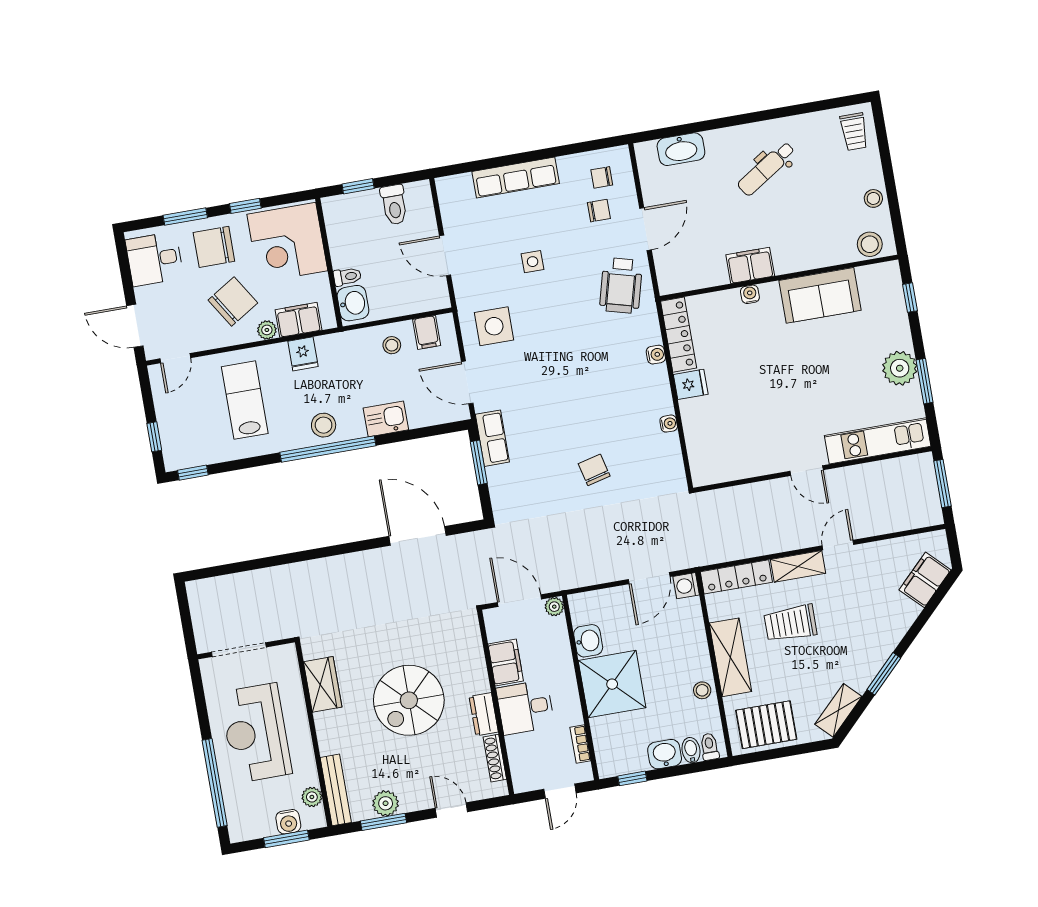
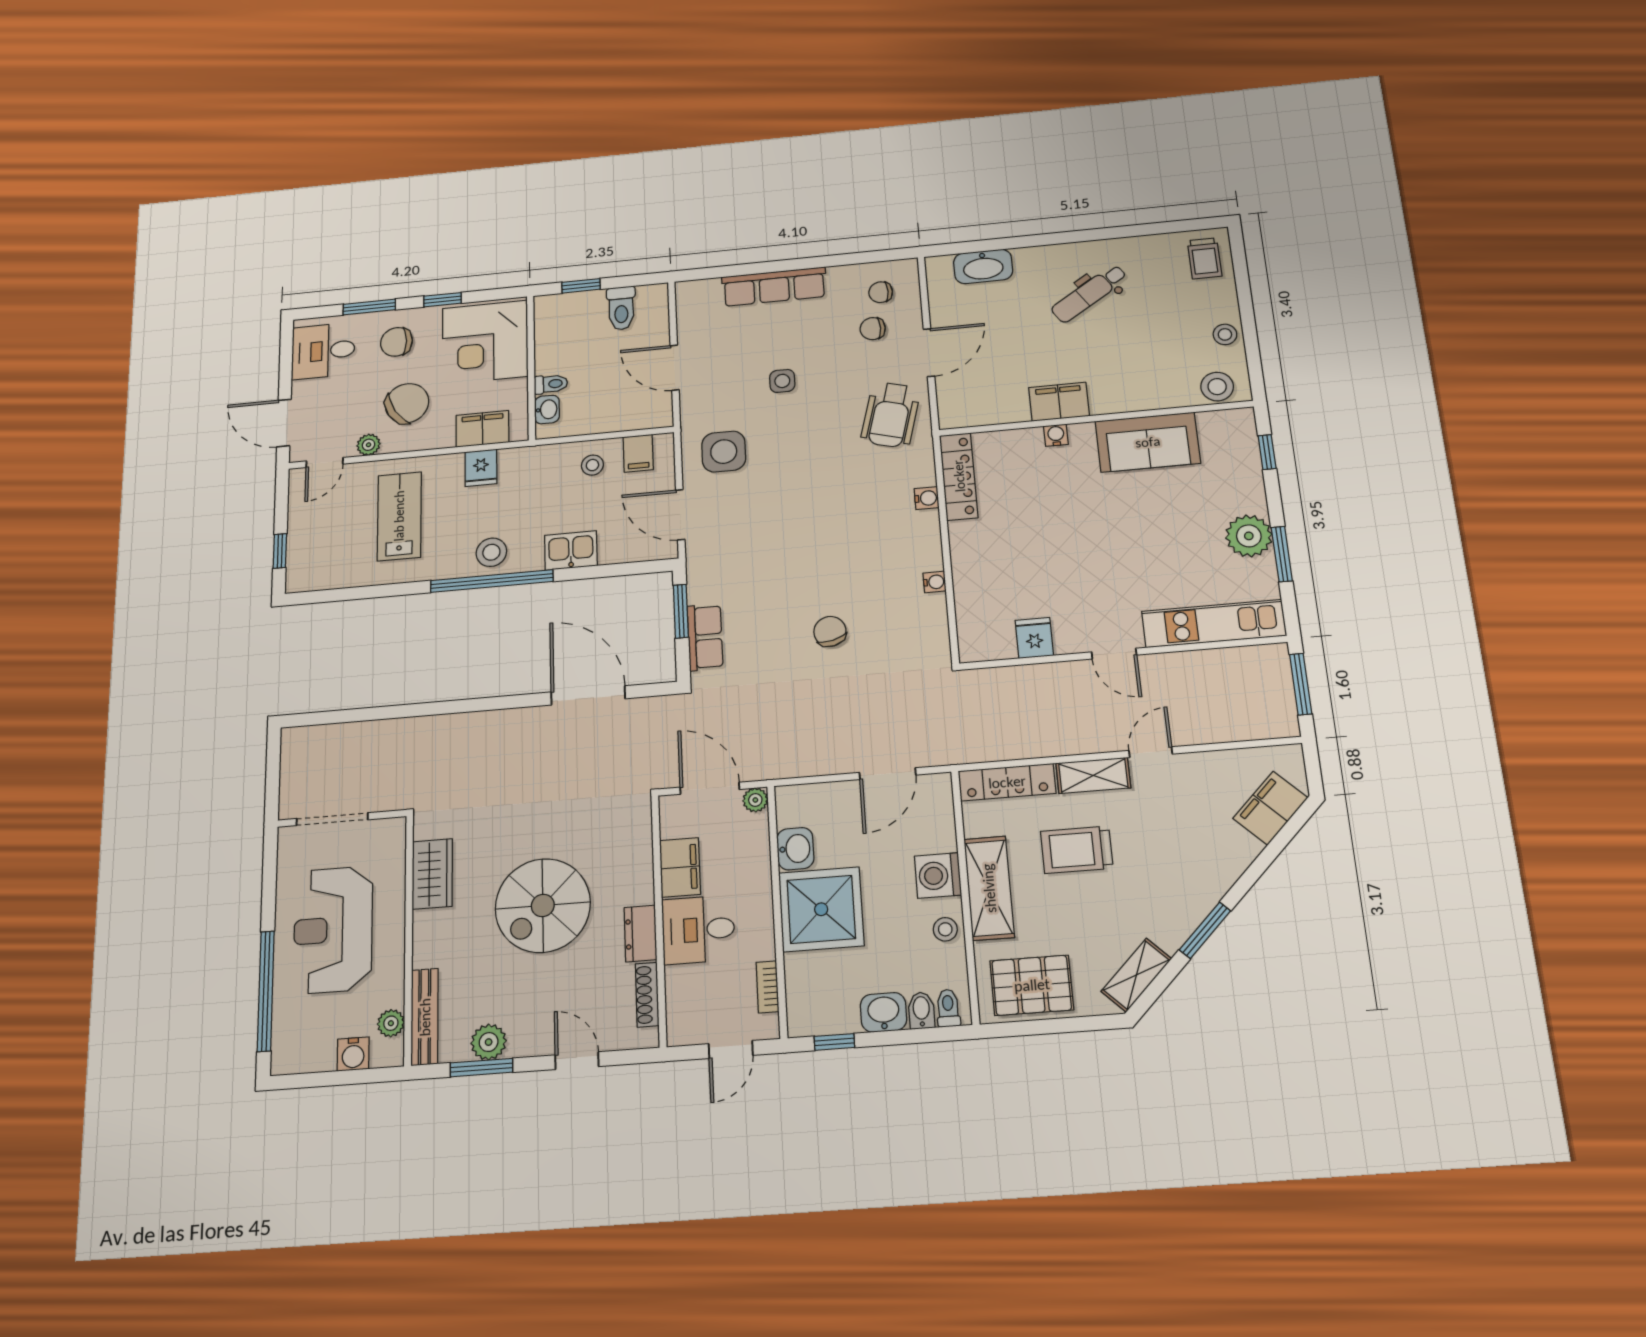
chair: (599, 211) -> (873, 329), turned 180
chair: (214, 247) -> (396, 342), width x0.73, depth x0.73
washbasin: (353, 303) -> (547, 409), width x0.72, depth x0.69
plant: (267, 330) -> (369, 445), moved
fridge: (691, 384) -> (1034, 638), moved, turned -90
row of seats: (492, 438) -> (705, 637), moved
window: (193, 473) -> (318, 597), removed
washing machine: (686, 586) -> (938, 876), moved, width x1.38, depth x1.38
window: (286, 839) -> (346, 1077), removed

